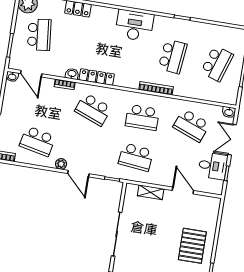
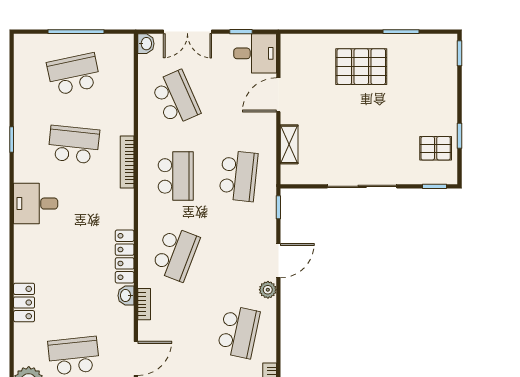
desk: (134, 25) -> (36, 204), width x0.73
school desk: (217, 63) -> (74, 74), turned -30
school desk: (192, 125) -> (176, 98), turned -45
desk: (213, 166) -> (255, 53), moved, turned 90

